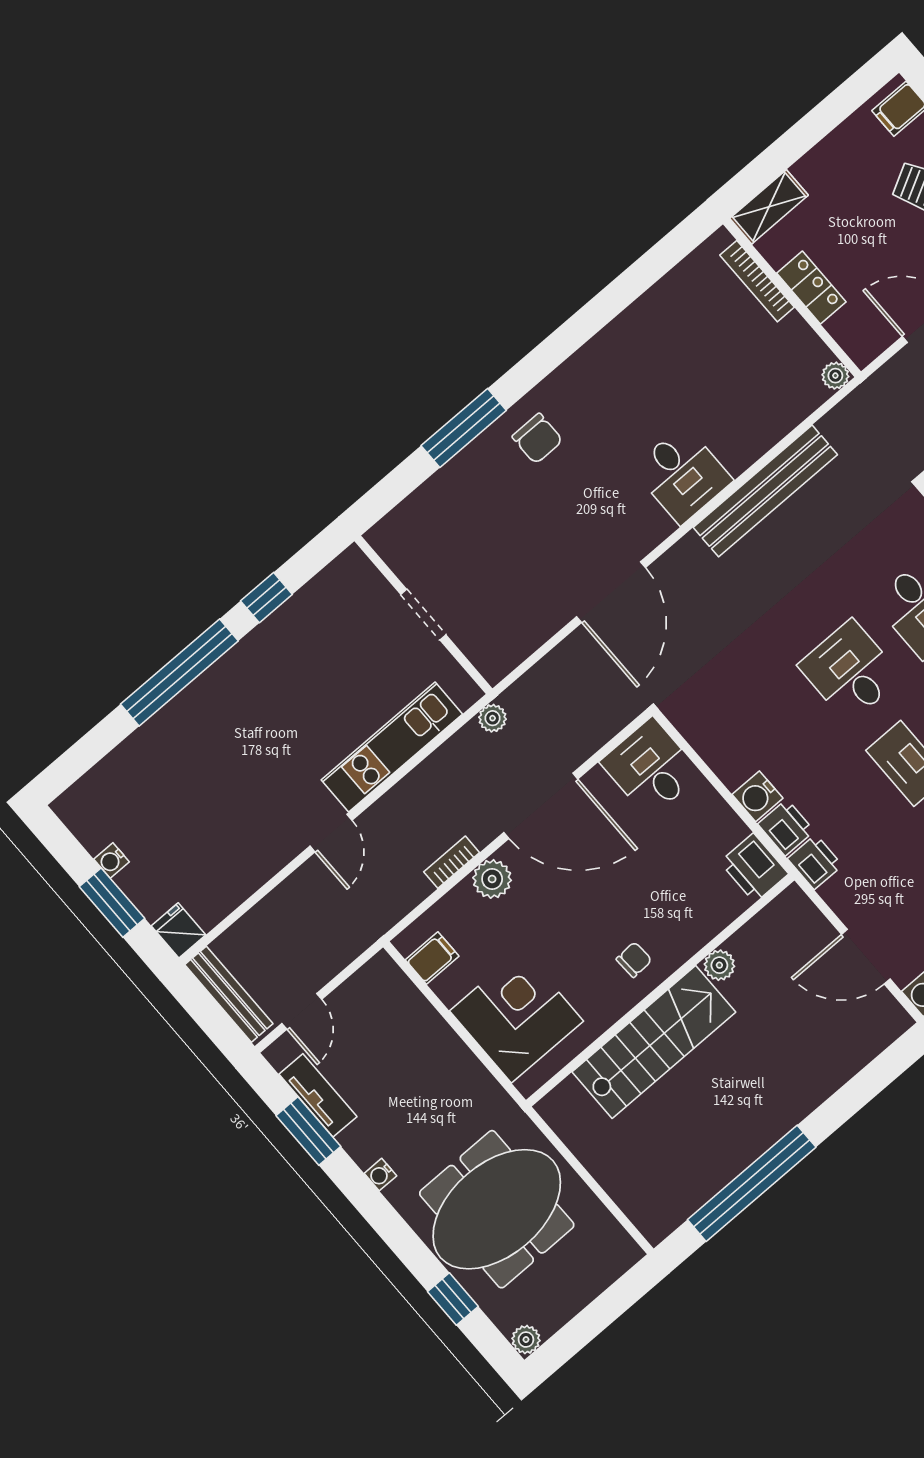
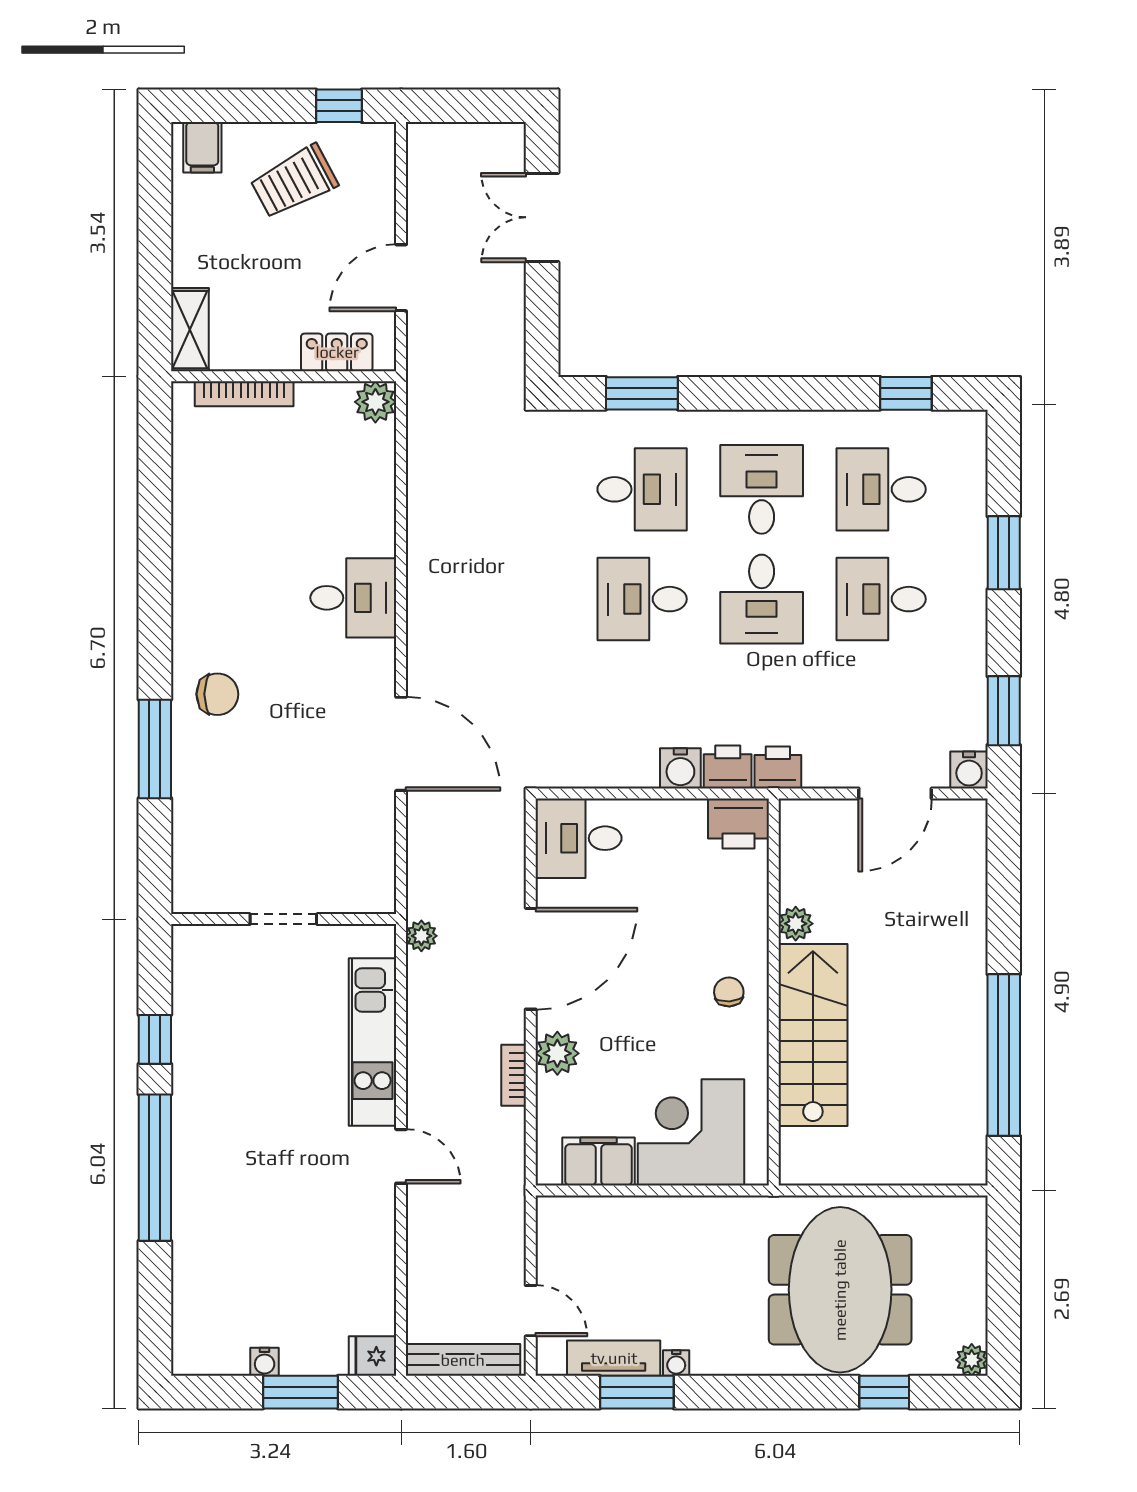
locker: (811, 287) -> (337, 352), moved
plant: (835, 376) -> (375, 402), width x1.38, depth x1.38
bench: (765, 491) -> (428, 540), removed
filing cabinet: (432, 958) -> (598, 1161), width x2.00
water cooler: (380, 1175) -> (676, 1363), moved

